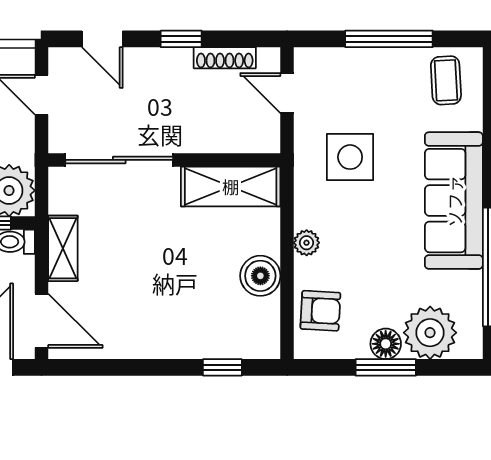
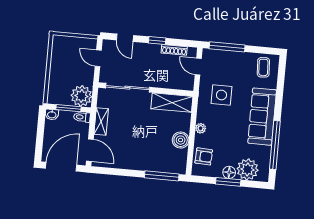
window: (389, 39) -> (227, 47), moved
window: (222, 367) -> (162, 176), width x2.17

